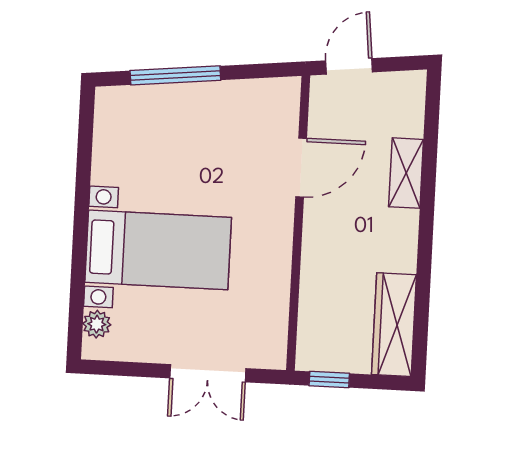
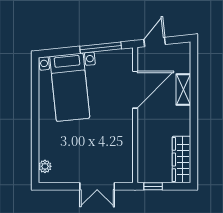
window: (175, 75) -> (101, 48), moved
door: (301, 168) -> (135, 90), width x1.36
bed with nightstands: (158, 250) -> (70, 87), moved, turned 84

